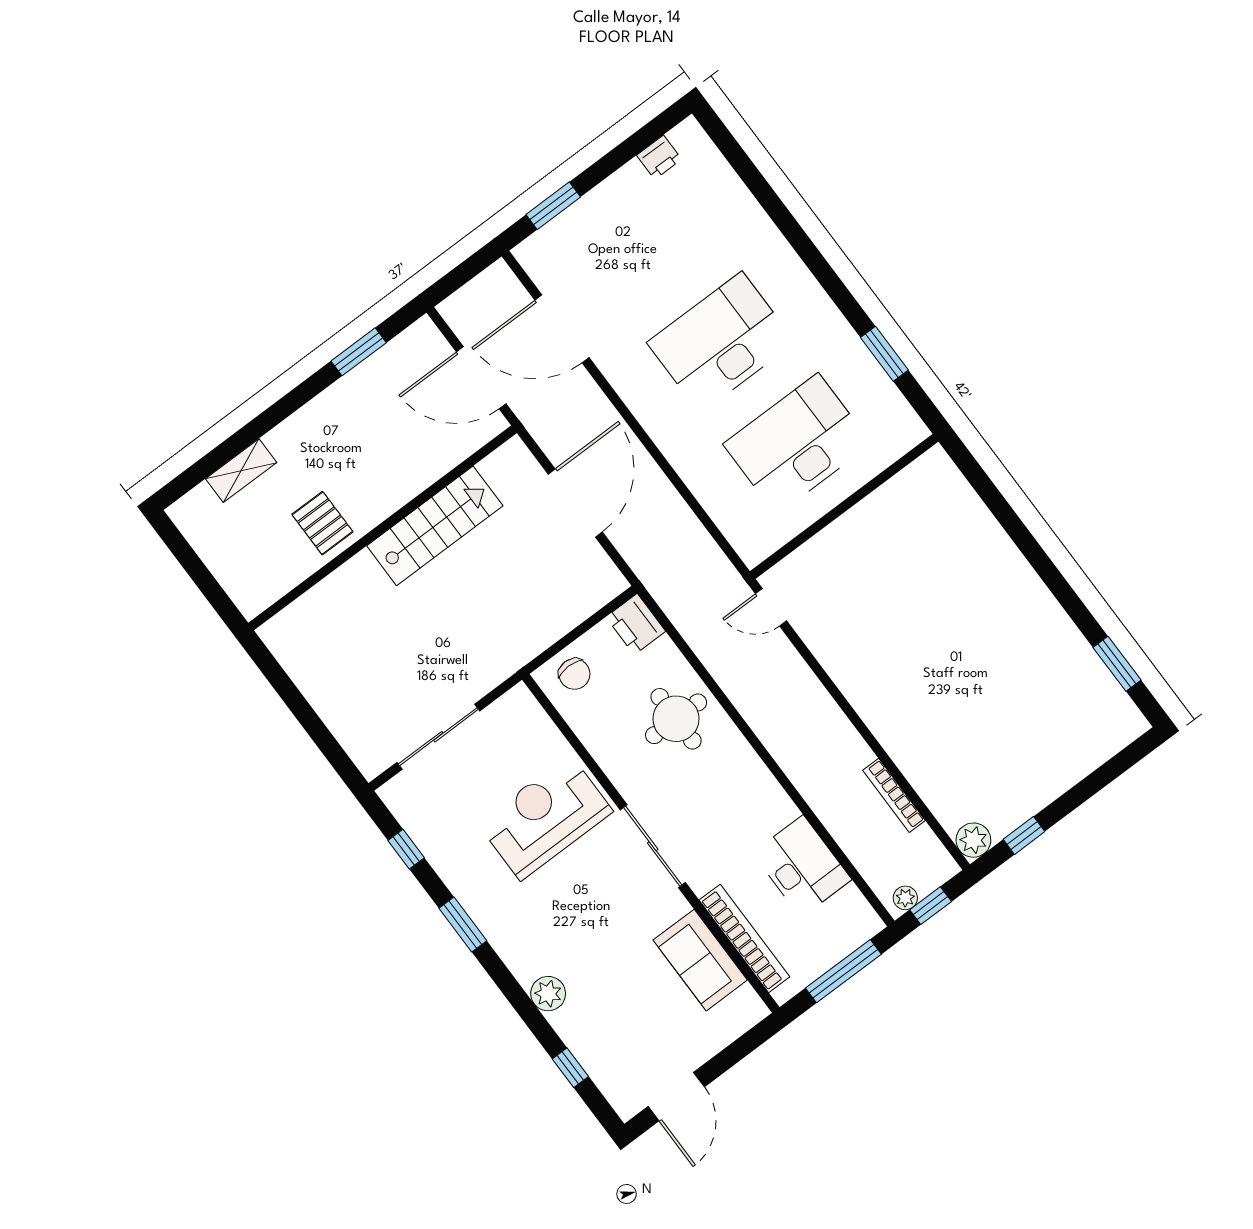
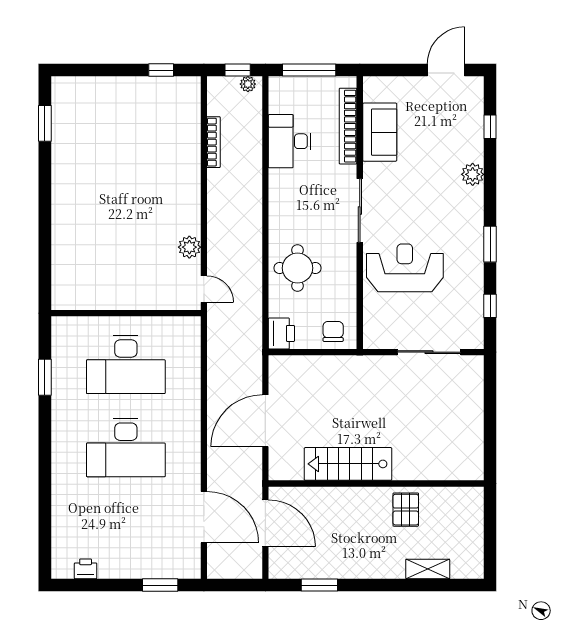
reception desk: (545, 817) -> (405, 268), turned 180
plant: (973, 840) -> (189, 247), moved

